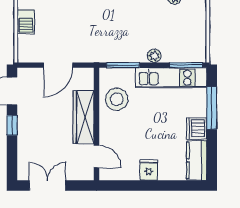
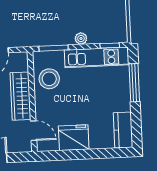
window: (186, 65) -> (110, 46), width x0.67
dishwasher: (197, 128) -> (122, 101), removed
fridge: (149, 170) -> (74, 138), width x1.88, depth x1.34

